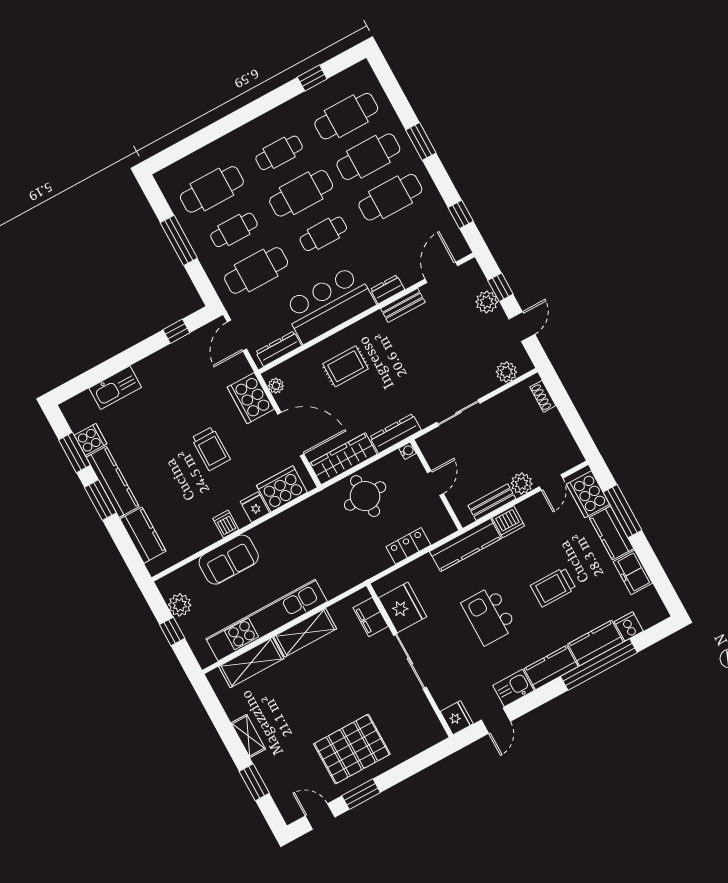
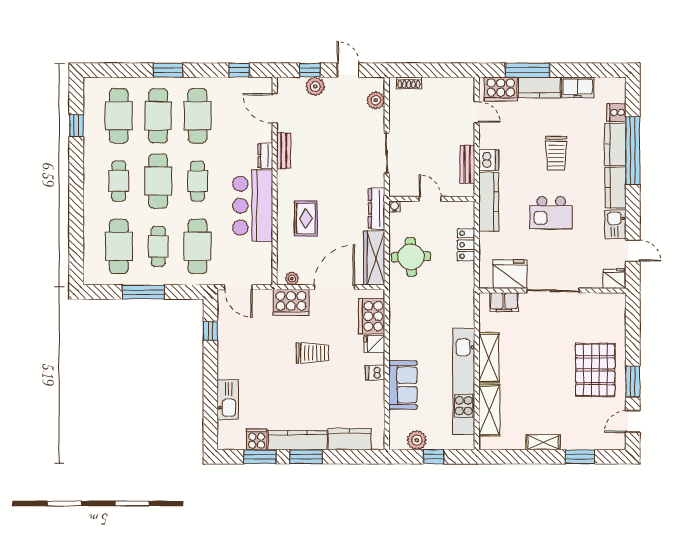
dresser: (279, 349) -> (265, 261), removed
plant: (522, 484) -> (466, 134), removed

